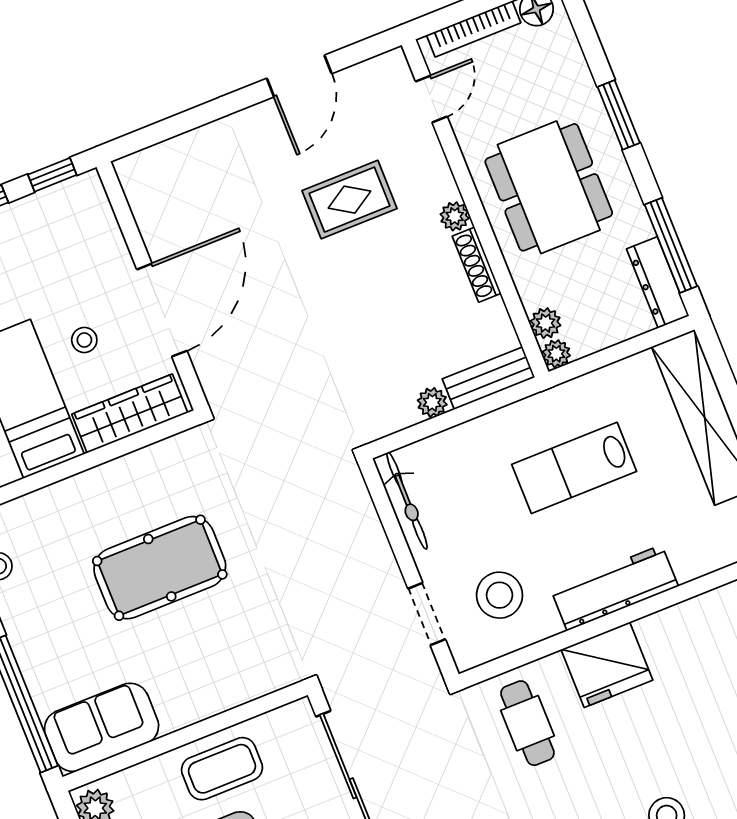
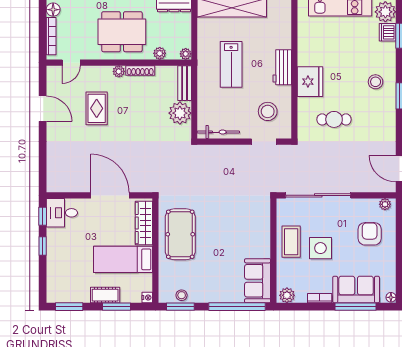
door: (431, 99) -> (71, 63), swing flipped
desk: (78, 216) -> (62, 213), added
plant: (546, 323) -> (160, 53), moved
stool: (84, 340) -> (110, 229), removed
plant: (432, 402) -> (180, 113), width x1.88, depth x1.88
pool table: (160, 568) -> (180, 234), moved
workbench: (614, 588) -> (282, 67), width x0.73
cafe table: (527, 723) -> (334, 119), moved

